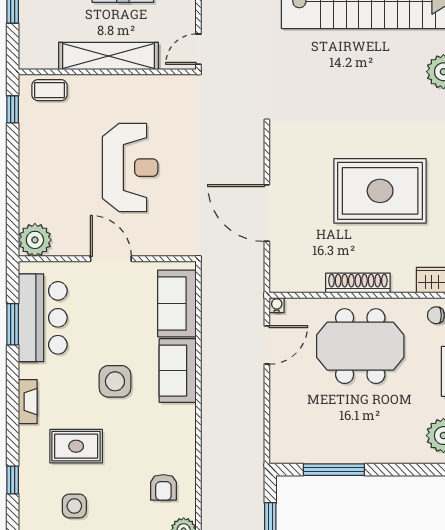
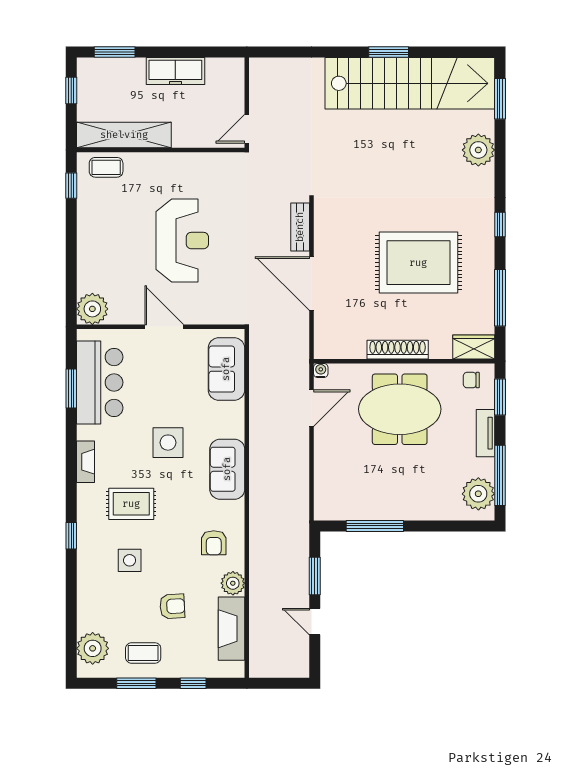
shelving: (108, 56) -> (124, 135), moved
bench: (255, 153) -> (300, 227), added
sofa: (178, 371) -> (227, 469), moved

